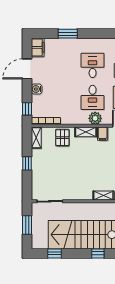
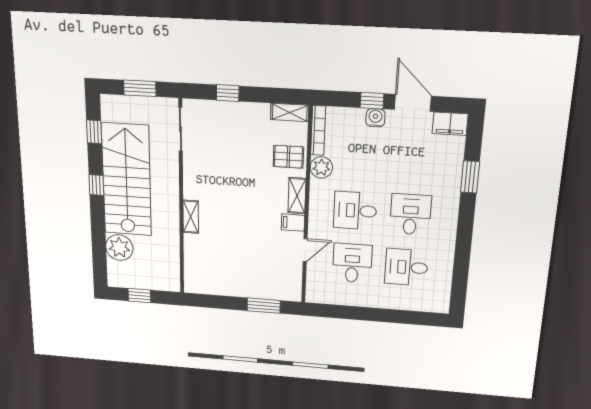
desk: (93, 65) -> (410, 214), turned -90
window: (27, 109) -> (372, 101), moved
plant: (95, 118) -> (321, 167), moved
window: (27, 163) -> (228, 93), moved
window: (98, 253) -> (96, 185), moved

